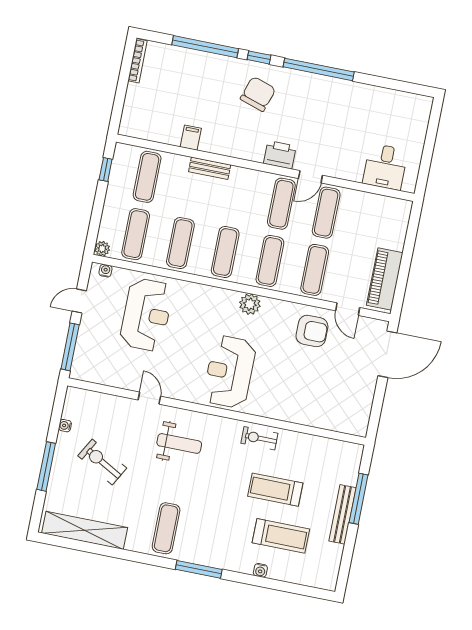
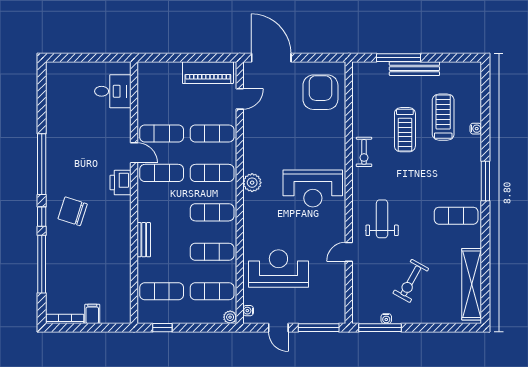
filing cabinet: (191, 138) -> (92, 314), moved, turned 90
armchair: (312, 331) -> (320, 92), moved, width x1.36, depth x1.36
window: (46, 466) -> (380, 328), moved

